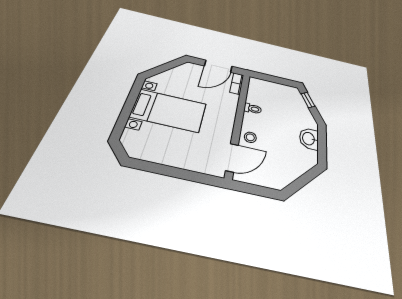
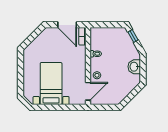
door: (218, 66) -> (67, 25), hinge flipped
bed with nightstands: (169, 110) -> (51, 84), moved, turned -90

